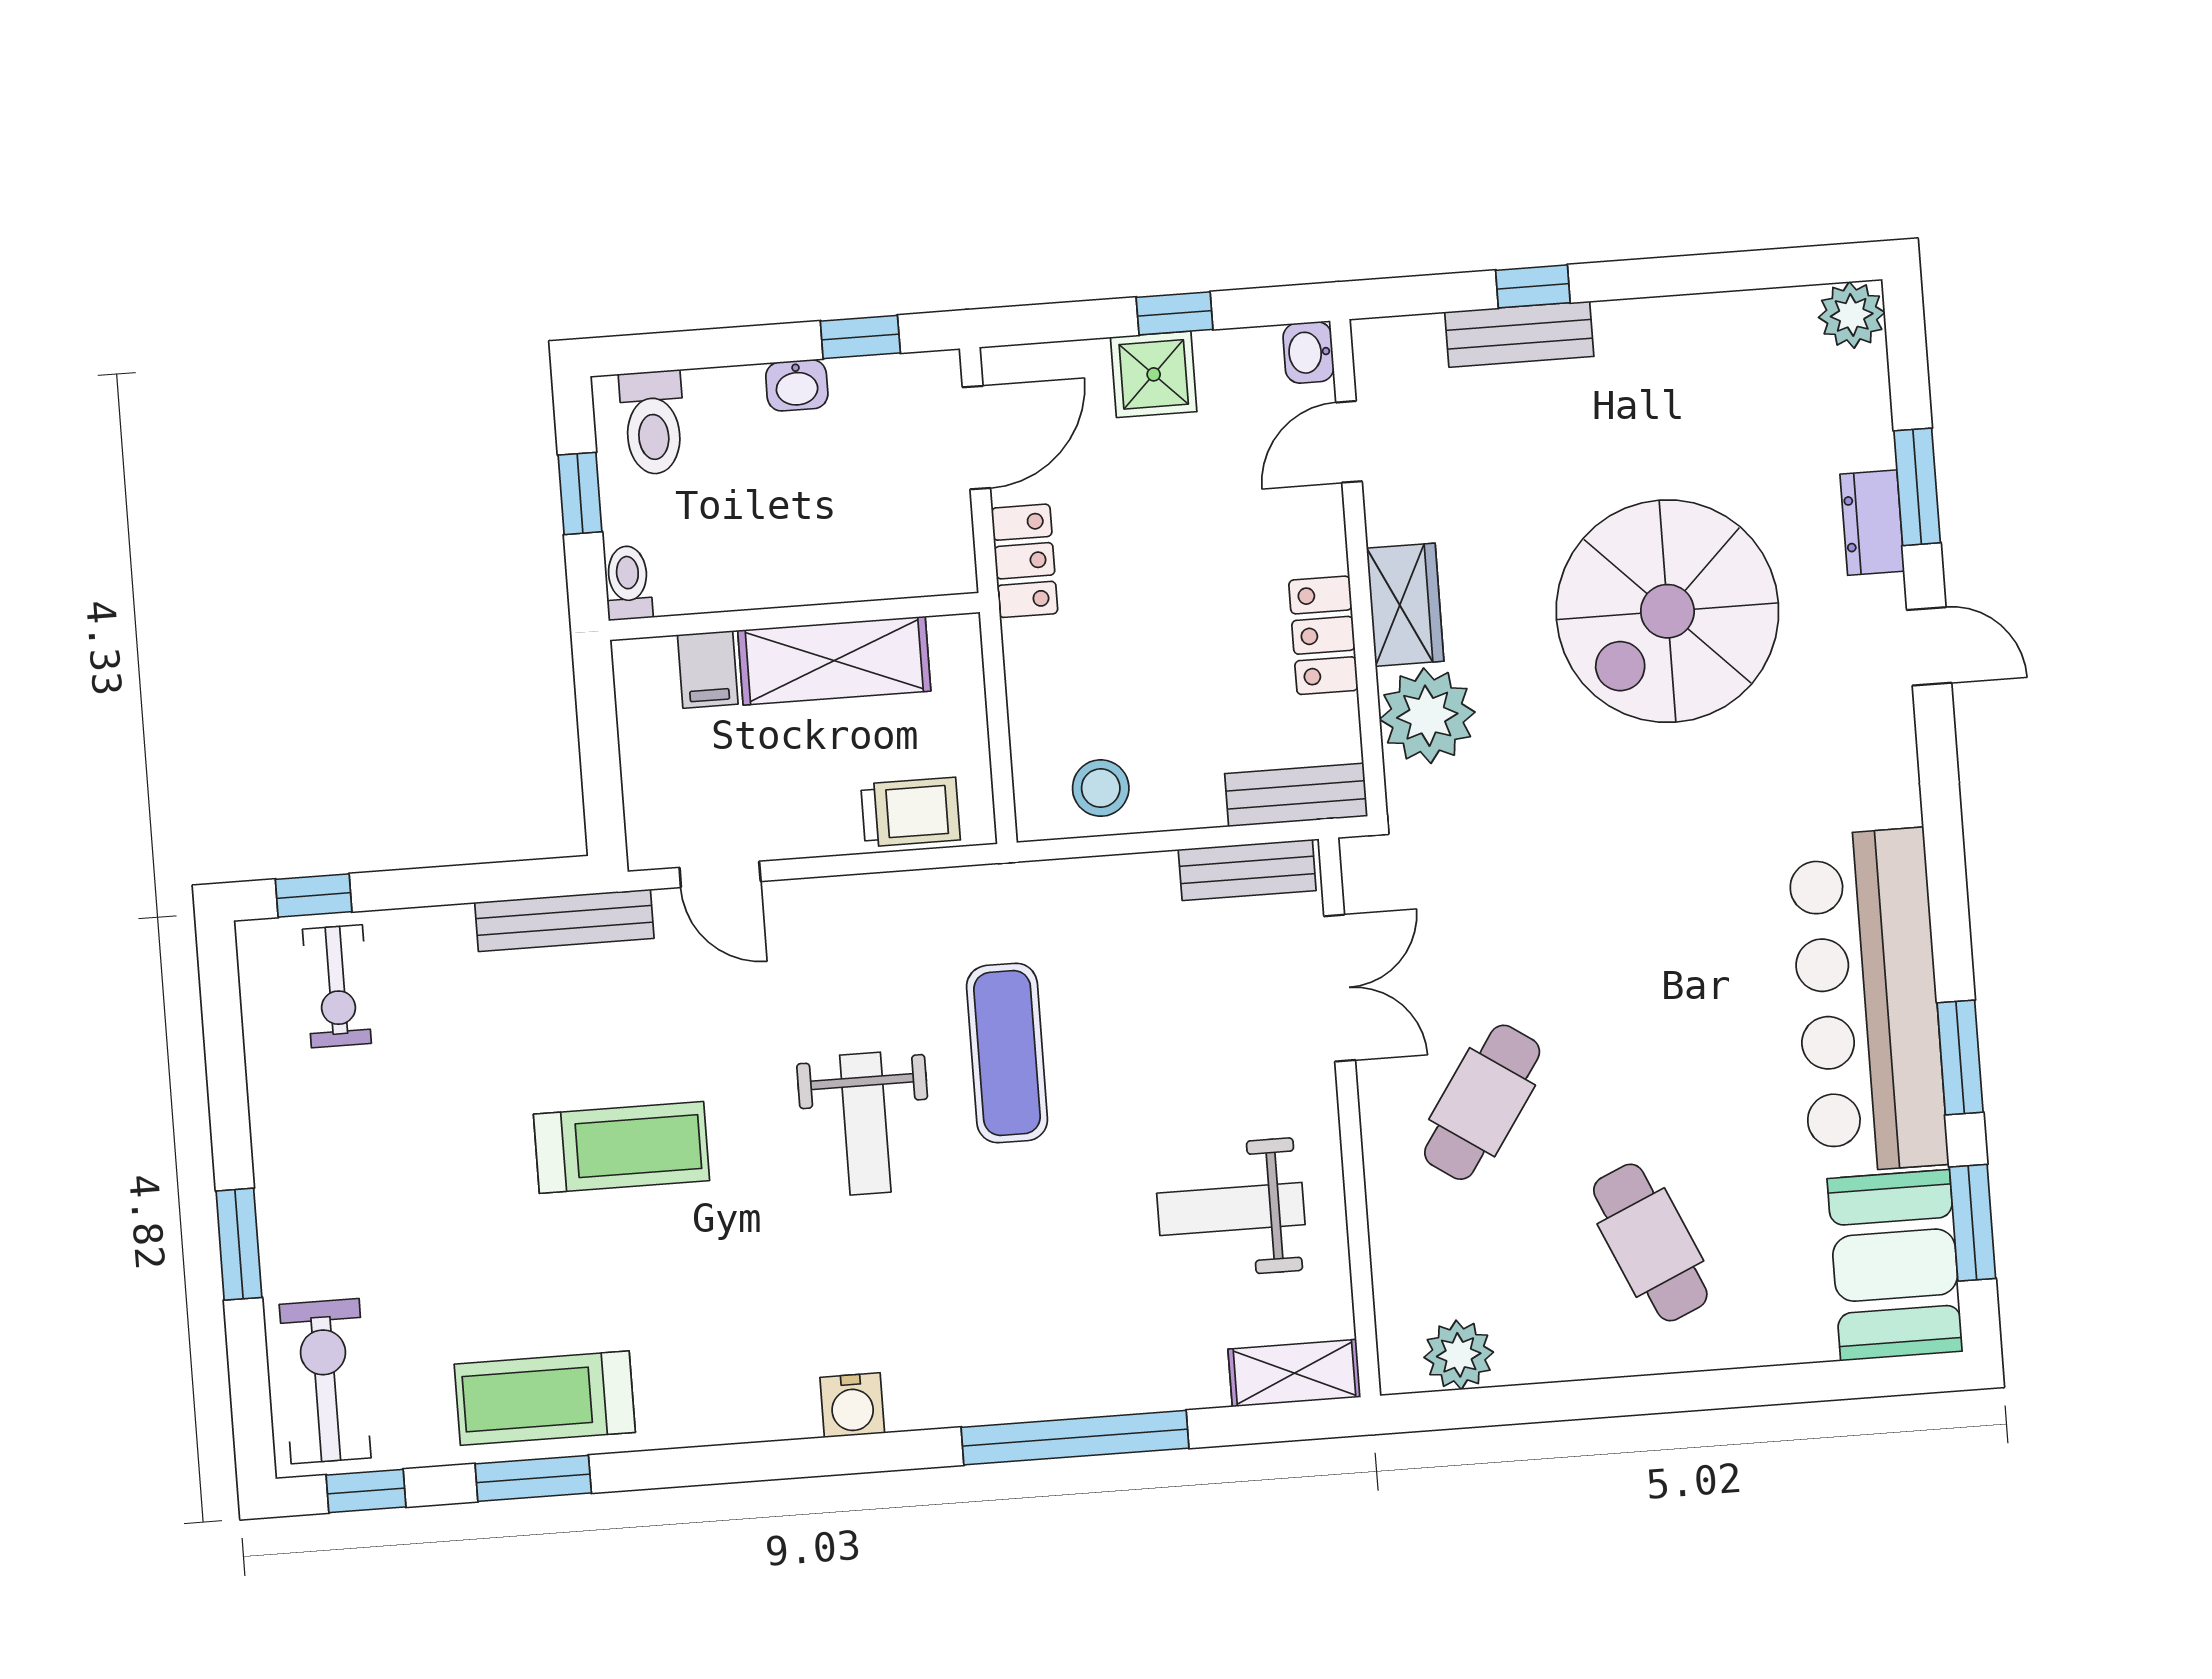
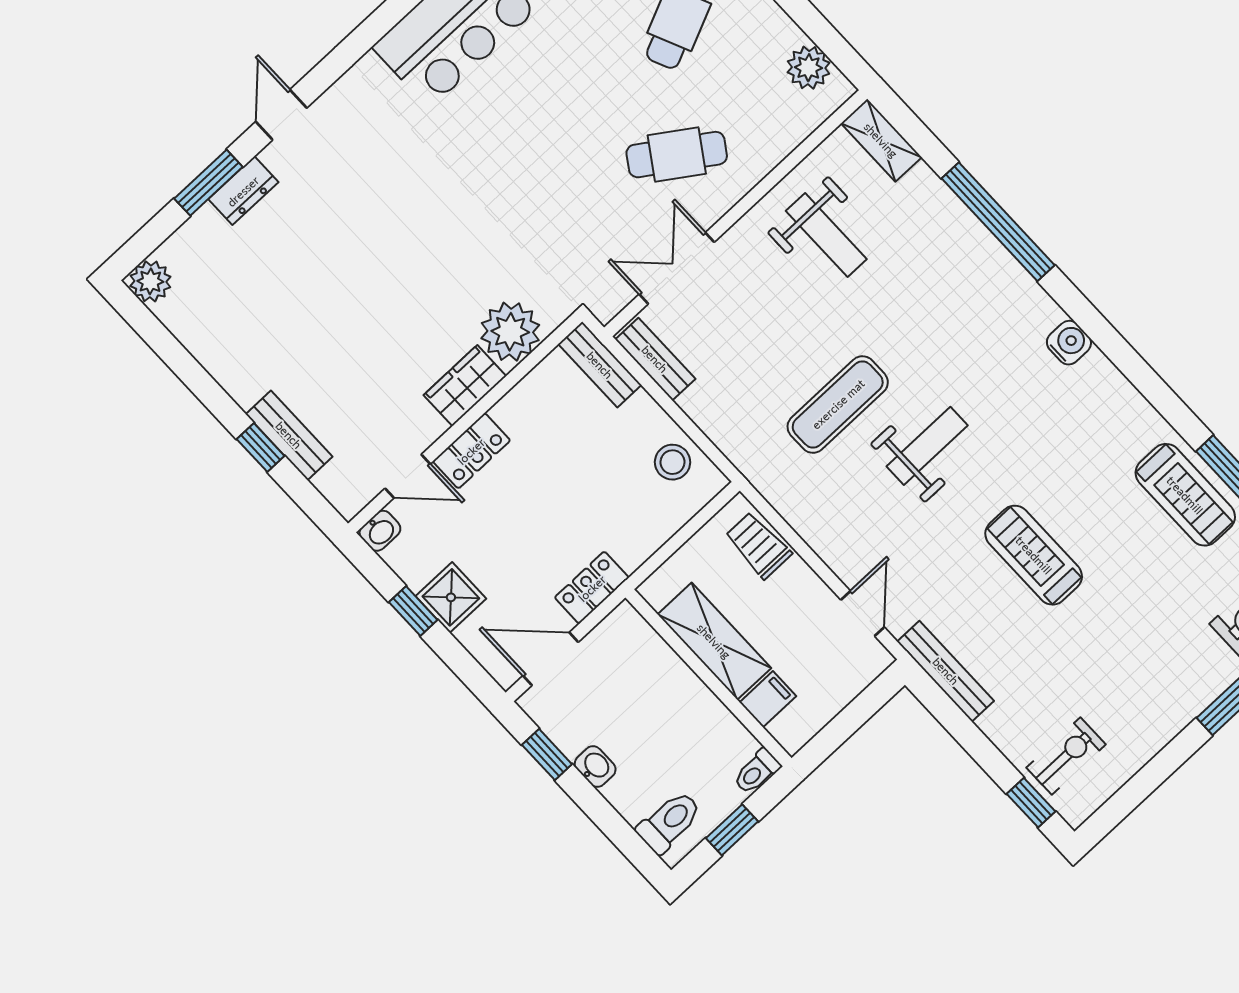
spiral stairs: (1667, 611) -> (366, 256), removed
locker: (1323, 635) -> (471, 451), moved

